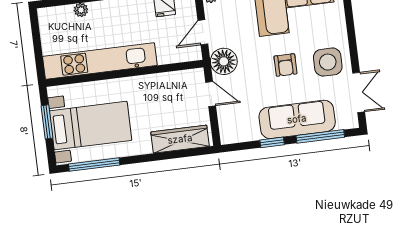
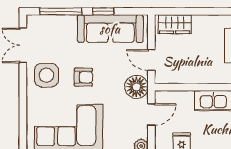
armchair: (285, 65) -> (83, 77), turned 90
sofa: (297, 119) -> (110, 29), moved
wardrobe: (180, 139) -> (175, 24), width x0.67

